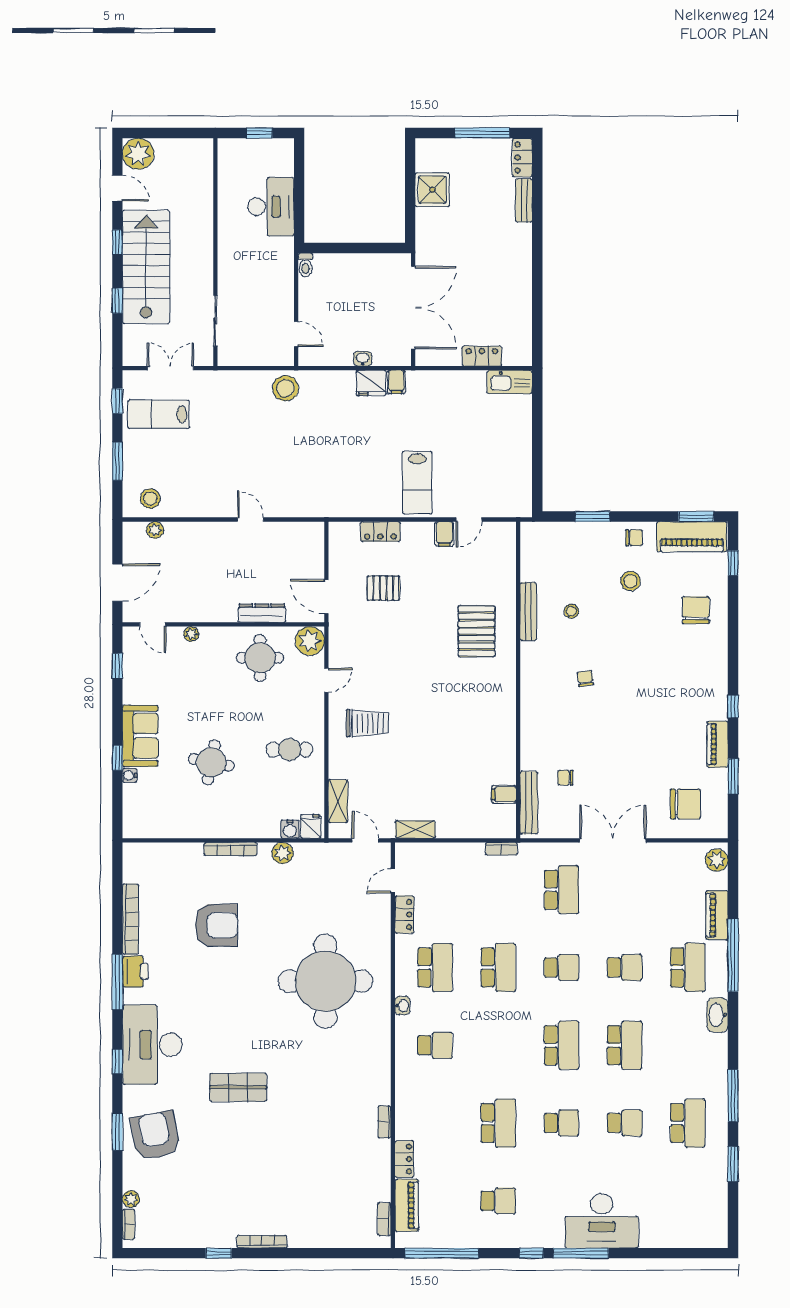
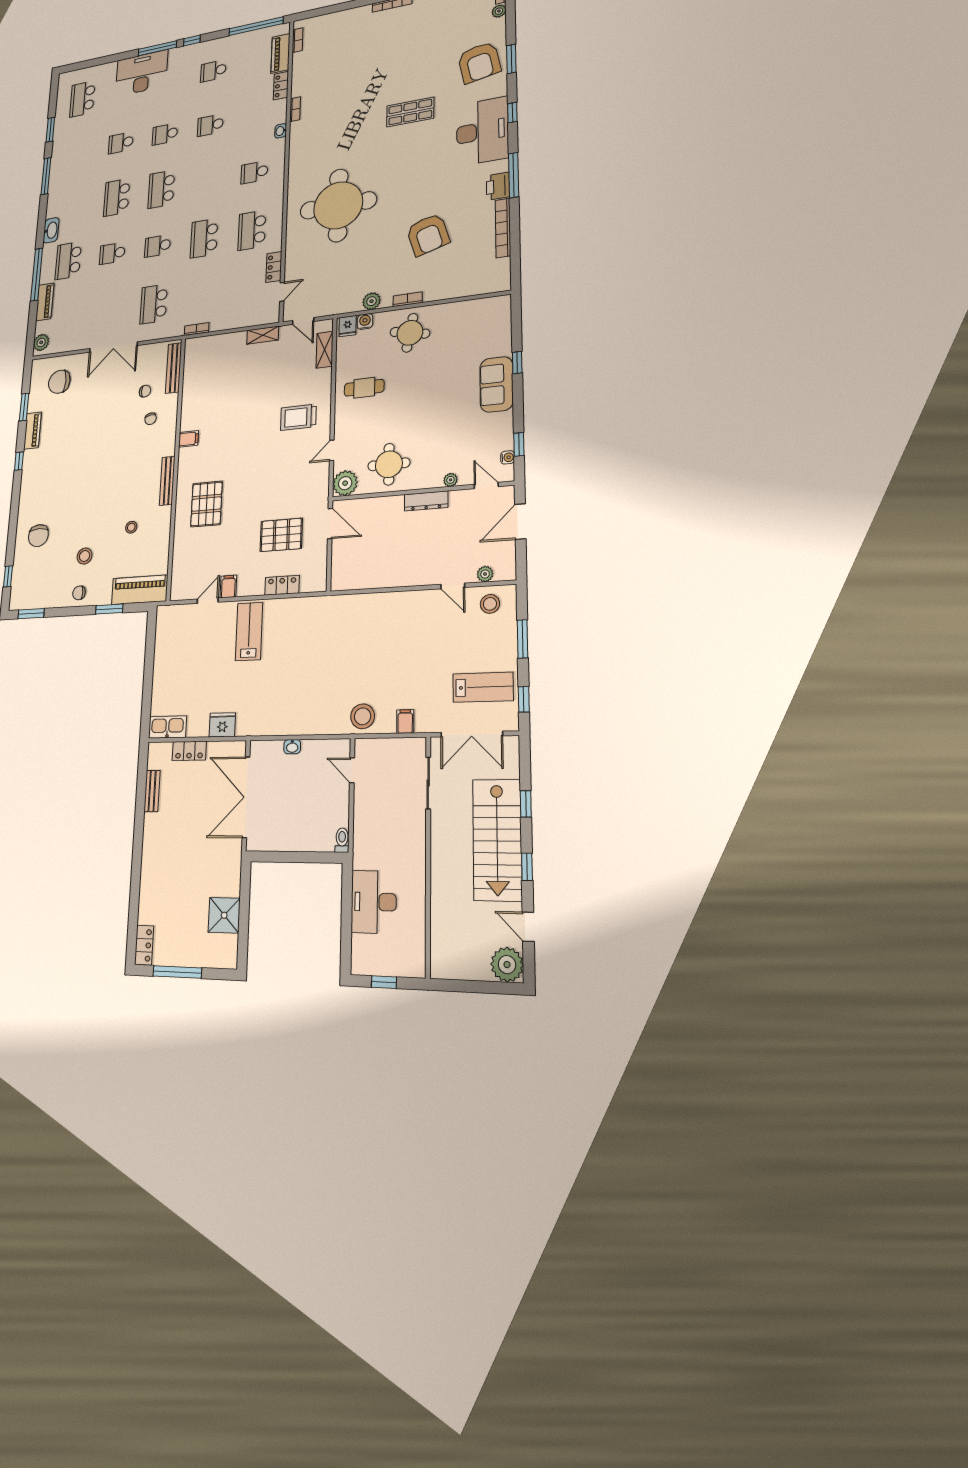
bench: (524, 200) -> (152, 791), moved
double door: (170, 368) -> (472, 734), width x1.37
filing cabinet: (396, 382) -> (405, 721), moved
fridge: (371, 383) -> (222, 725), moved
door: (251, 519) -> (453, 586), moved
piano: (692, 537) -> (140, 590), moved
pallet: (383, 588) -> (281, 535), width x1.50, depth x1.42
bench: (528, 612) -> (167, 481), moved
dresser: (262, 613) -> (426, 501), moved
chair: (585, 678) -> (151, 419), moved
round table: (211, 762) -> (410, 333), moved
water cooler: (130, 775) -> (508, 457), moved
filing cabinet: (504, 794) -> (189, 439), moved
bookcase: (230, 849) -> (408, 299), width x0.64
armchair: (216, 925) -> (428, 235), turned -107
washbasin: (402, 1006) -> (281, 131), moved
school desk: (498, 1123) -> (210, 125), width x0.54
school desk: (688, 1123) -> (82, 99), moved

